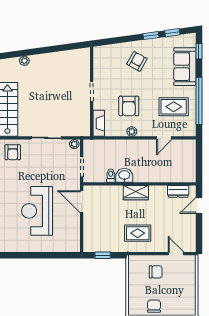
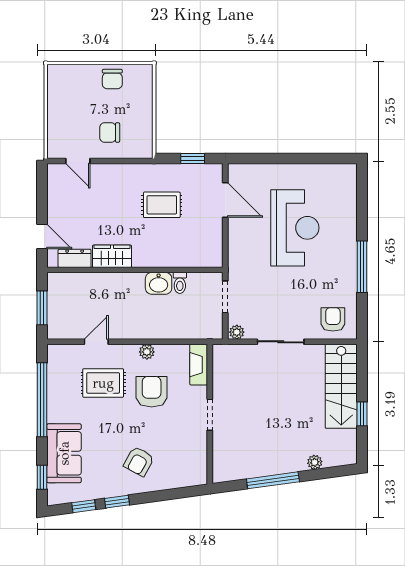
window: (51, 49) -> (273, 480), added
rug: (174, 107) -> (103, 383), moved
window: (199, 160) -> (42, 308), added
wardrobe: (136, 193) -> (112, 256), moved
door: (82, 202) -> (225, 200), moved
door: (199, 205) -> (42, 237), hinge flipped
rug: (138, 233) -> (162, 205), moved

